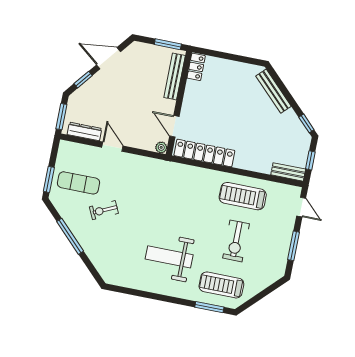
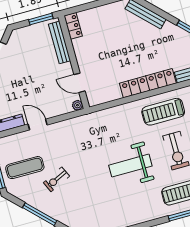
locker: (204, 153) -> (148, 83), moved
weight bench: (169, 257) -> (130, 166), moved

